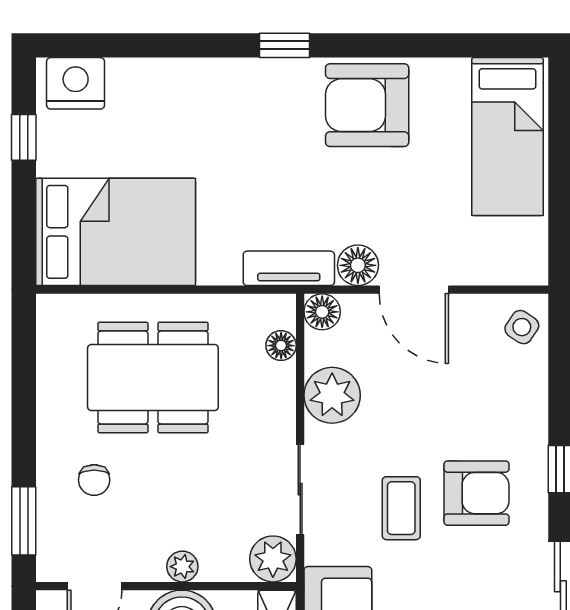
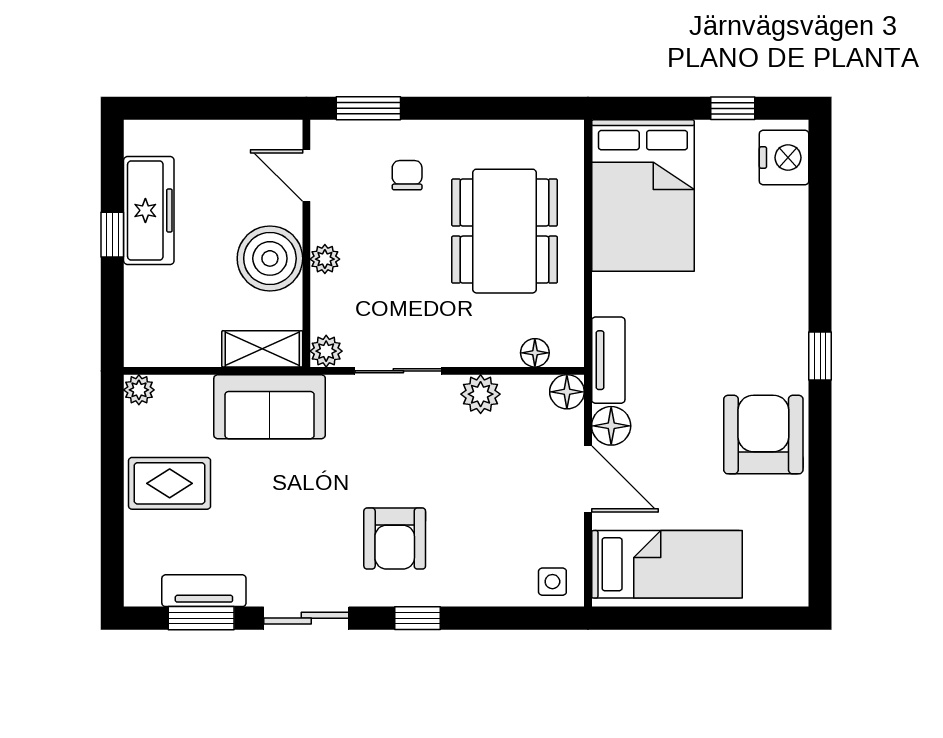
bed: (507, 137) -> (667, 564), moved, turned 180
door: (414, 290) -> (588, 479), swing flipped
side table: (522, 327) -> (552, 582), turned -34
plant: (332, 395) -> (481, 394), width x0.73, depth x0.73
chair: (94, 480) -> (407, 175), turned 90
coffee table: (401, 508) -> (380, 467), removed
plant: (273, 559) -> (326, 351), width x0.73, depth x0.73

